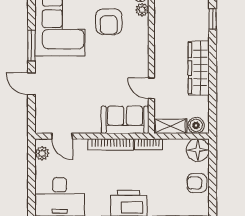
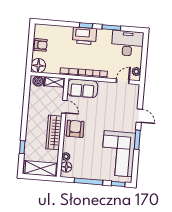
armchair: (109, 22) -> (75, 129), moved
wardrobe: (199, 68) -> (54, 132), moved, turned 180
door: (62, 136) -> (123, 81), hinge flipped

